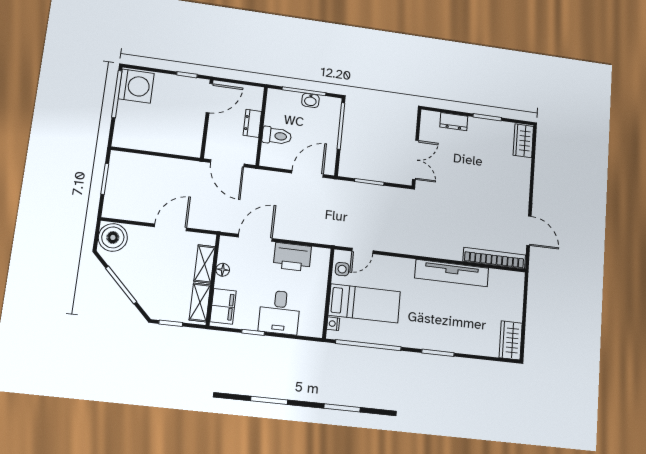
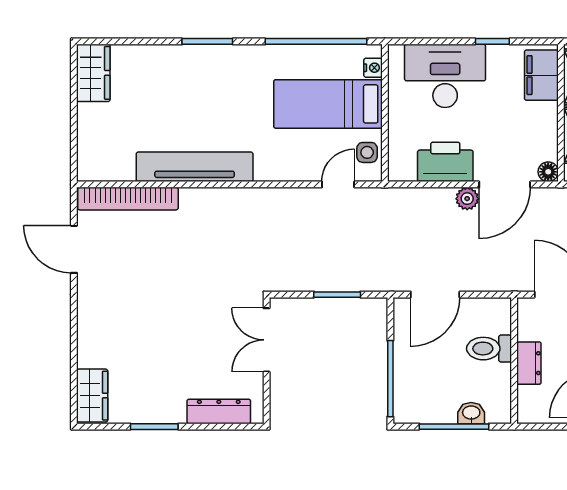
washbasin: (310, 100) -> (471, 413), moved
dresser: (454, 122) -> (219, 411), width x1.44
plant: (281, 232) -> (467, 199), added
floor lamp: (223, 270) -> (548, 172), moved
desk: (279, 312) -> (445, 76), width x1.37

